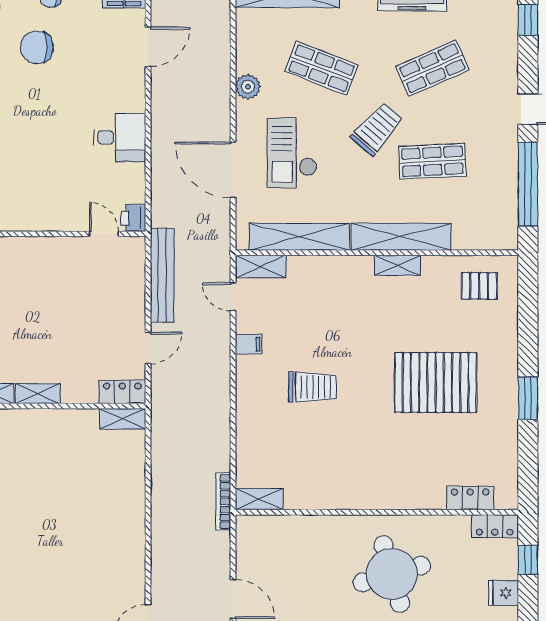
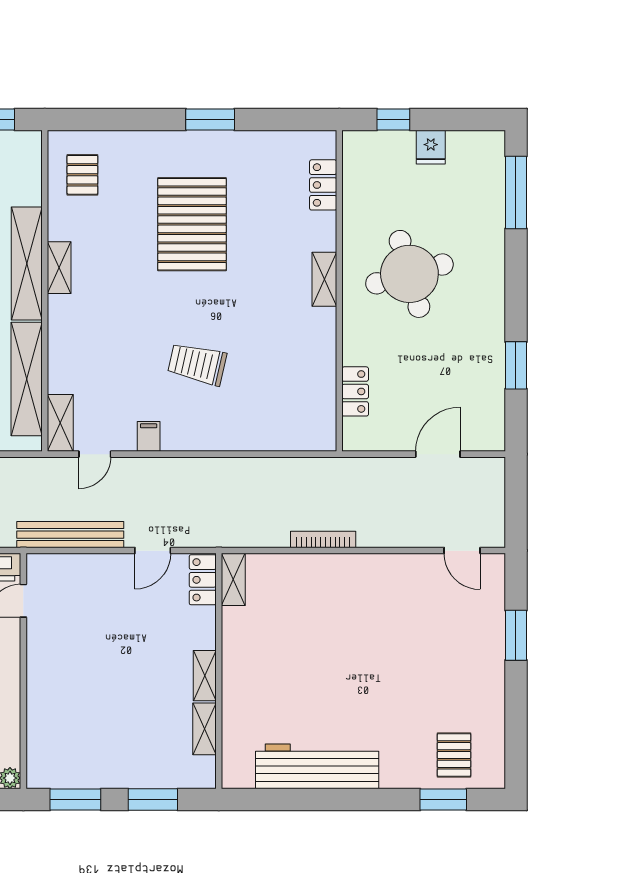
door: (148, 348) -> (153, 551), swing flipped
trolley: (313, 387) -> (197, 364), turned -77
shelving: (259, 499) -> (324, 279), moved
bookcase: (223, 502) -> (323, 540), moved, turned 180
locker: (495, 526) -> (355, 391), moved

